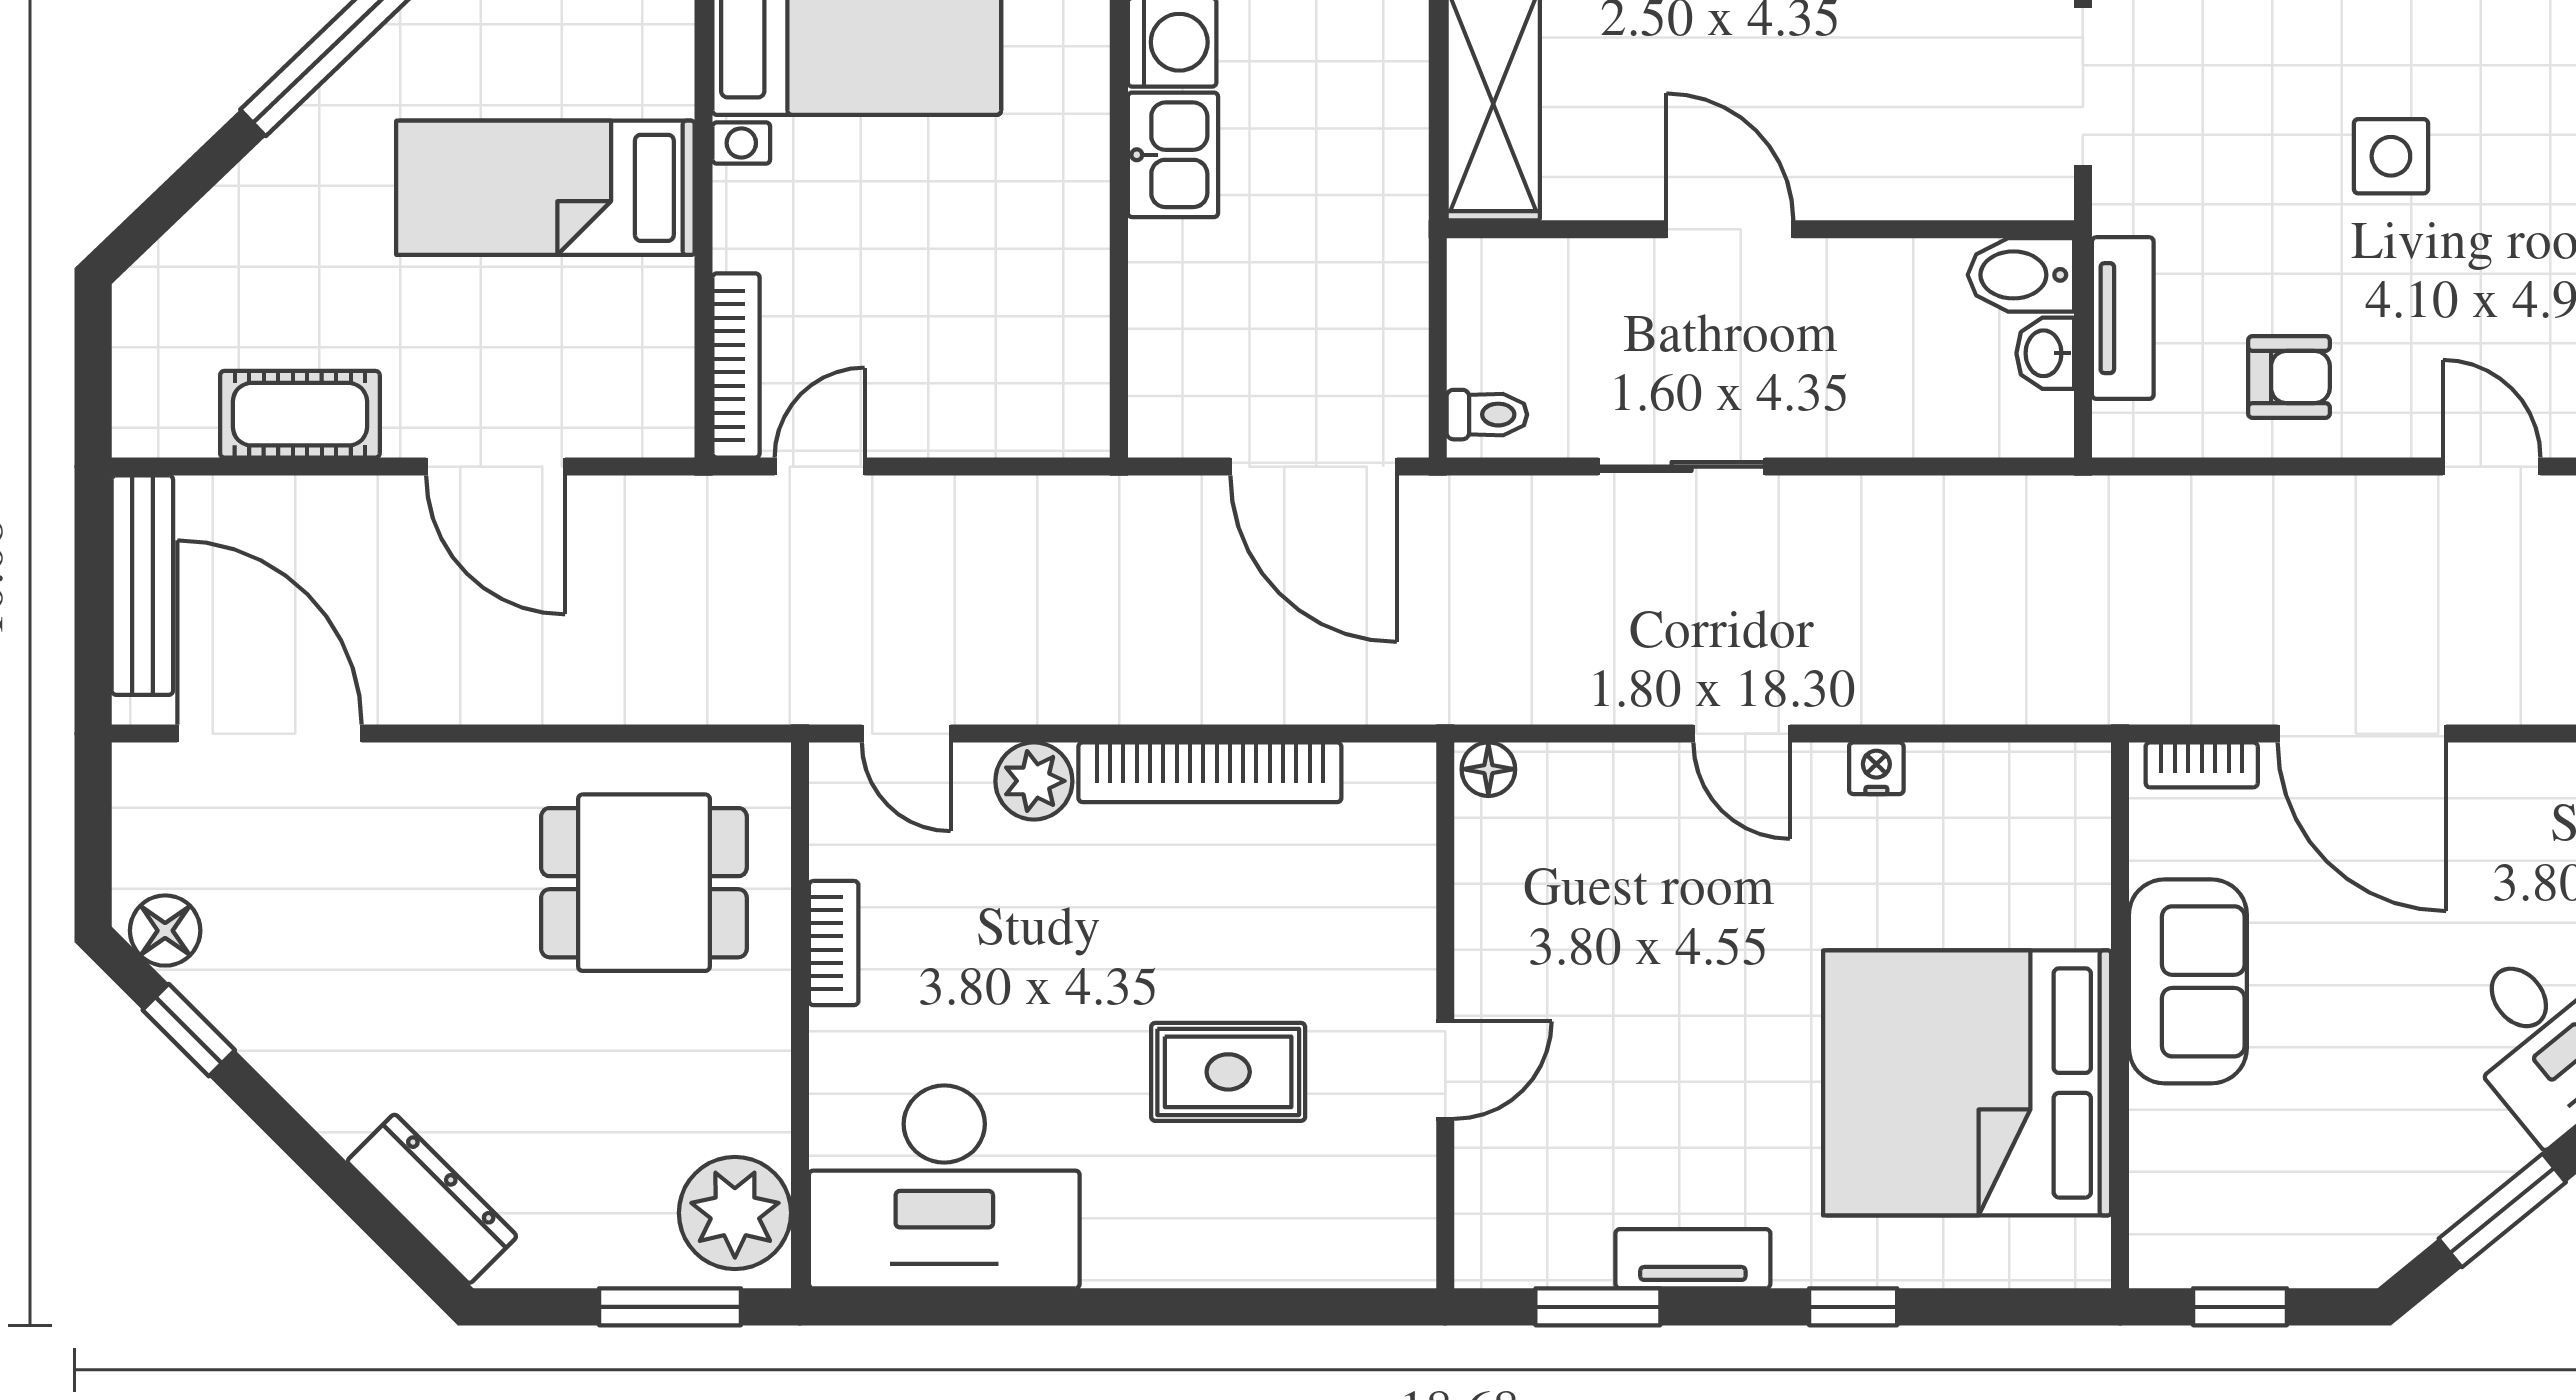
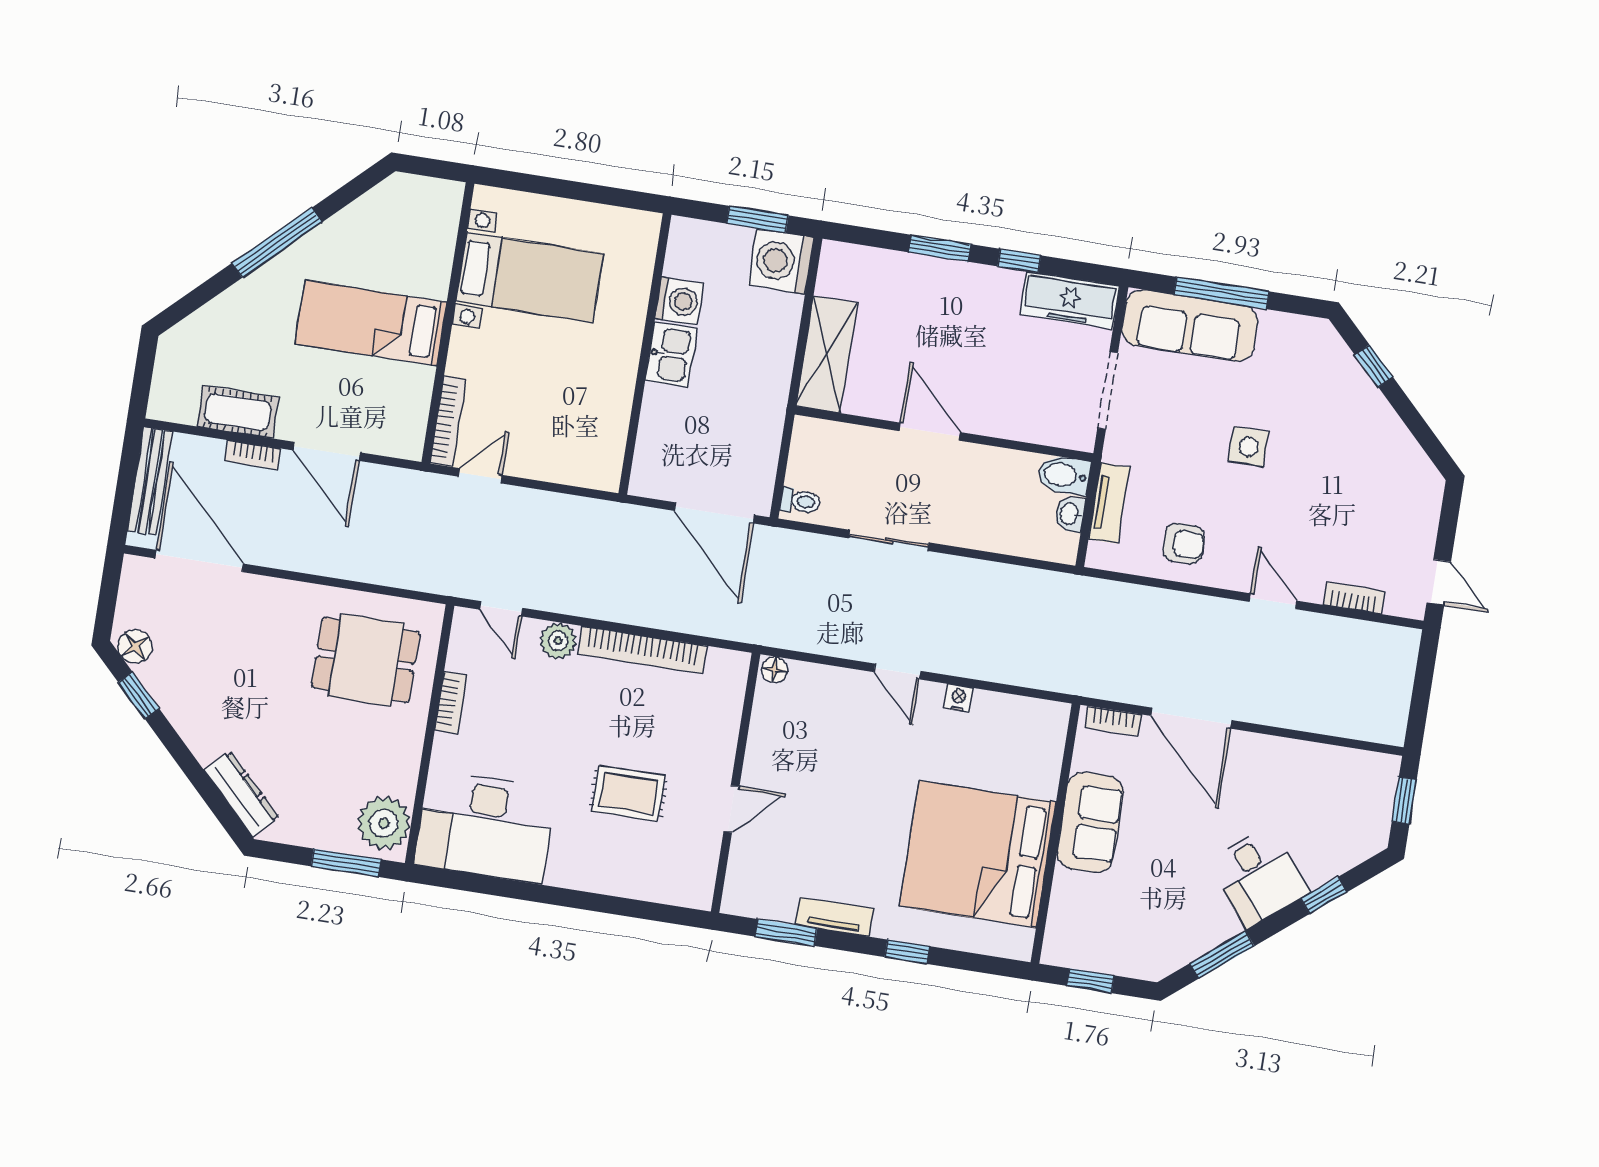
bookcase: (345, 498) -> (253, 455), added

